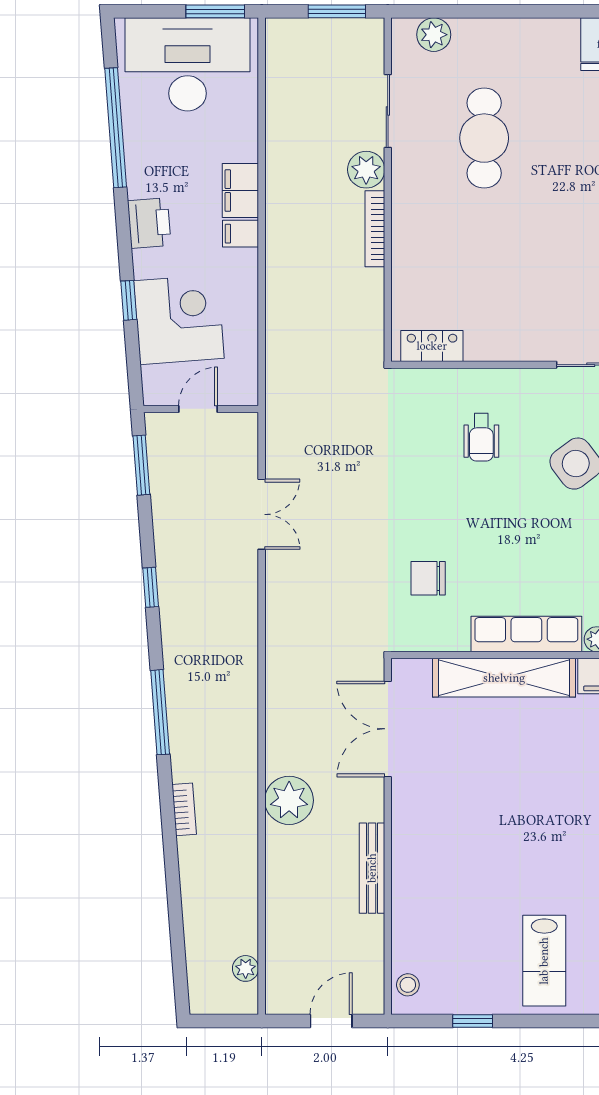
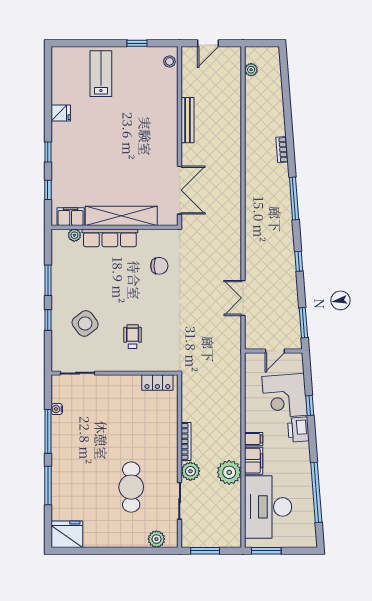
desk: (187, 64) -> (268, 507), moved, turned 90
printer: (149, 223) -> (298, 430), moved
plant: (289, 800) -> (229, 472), moved

